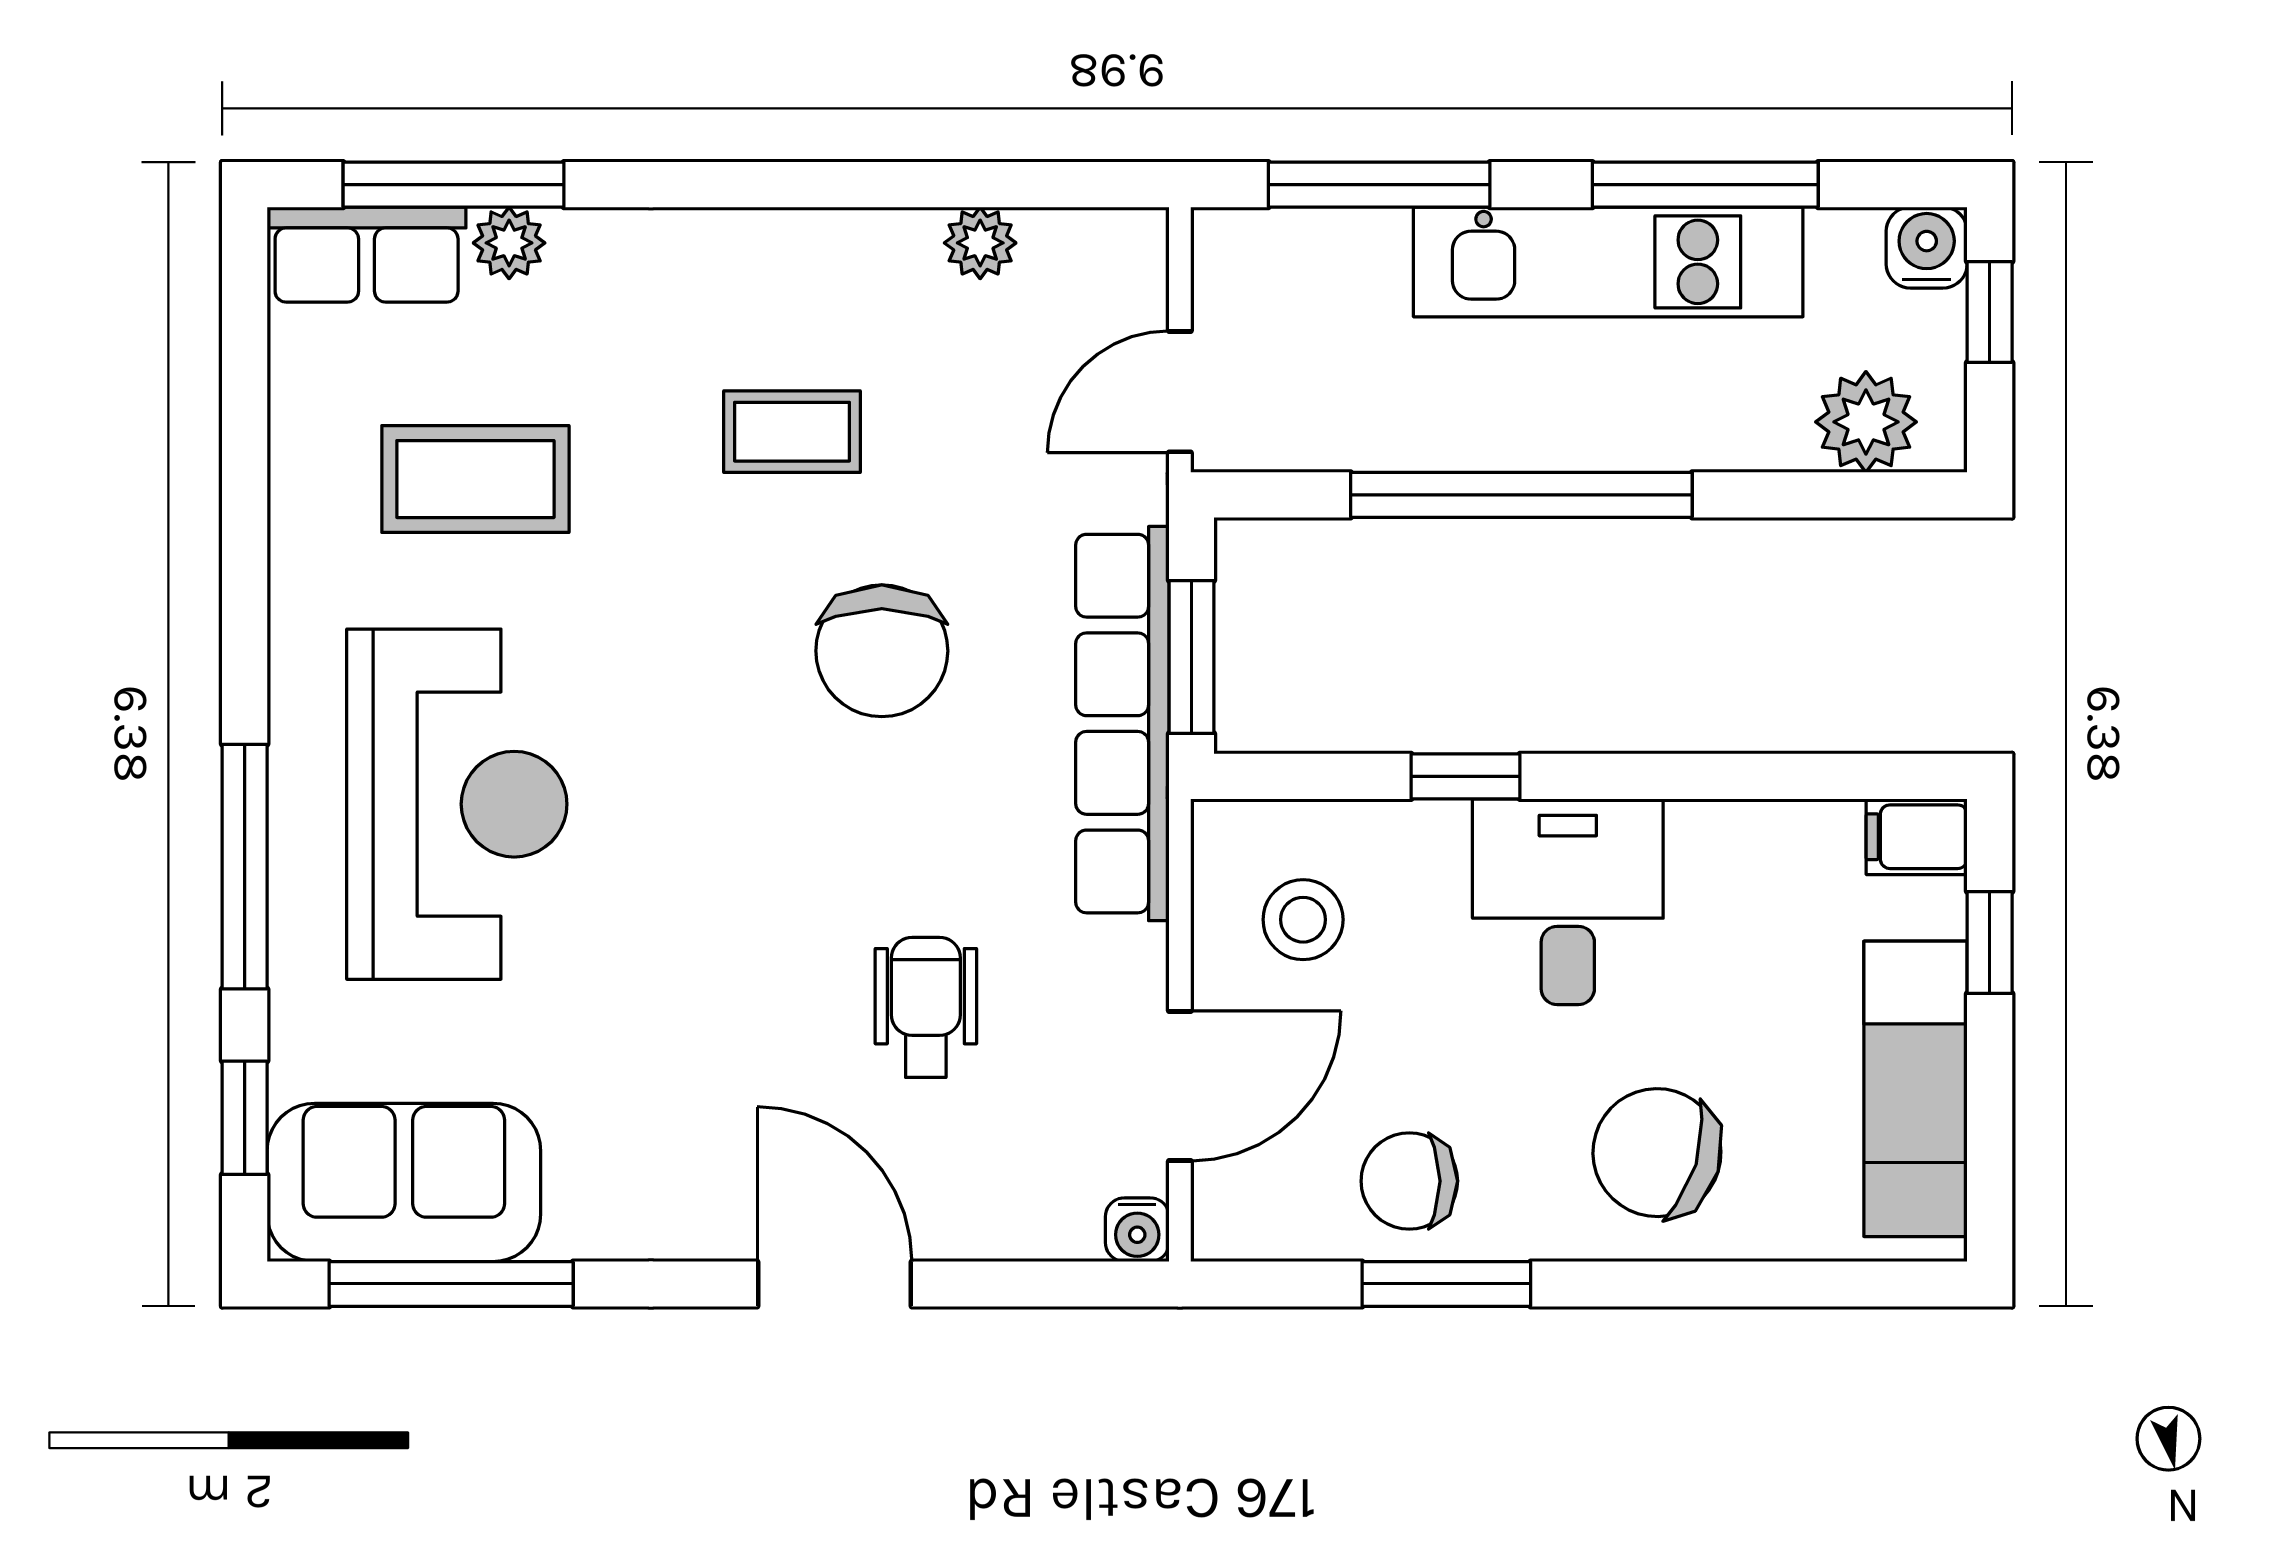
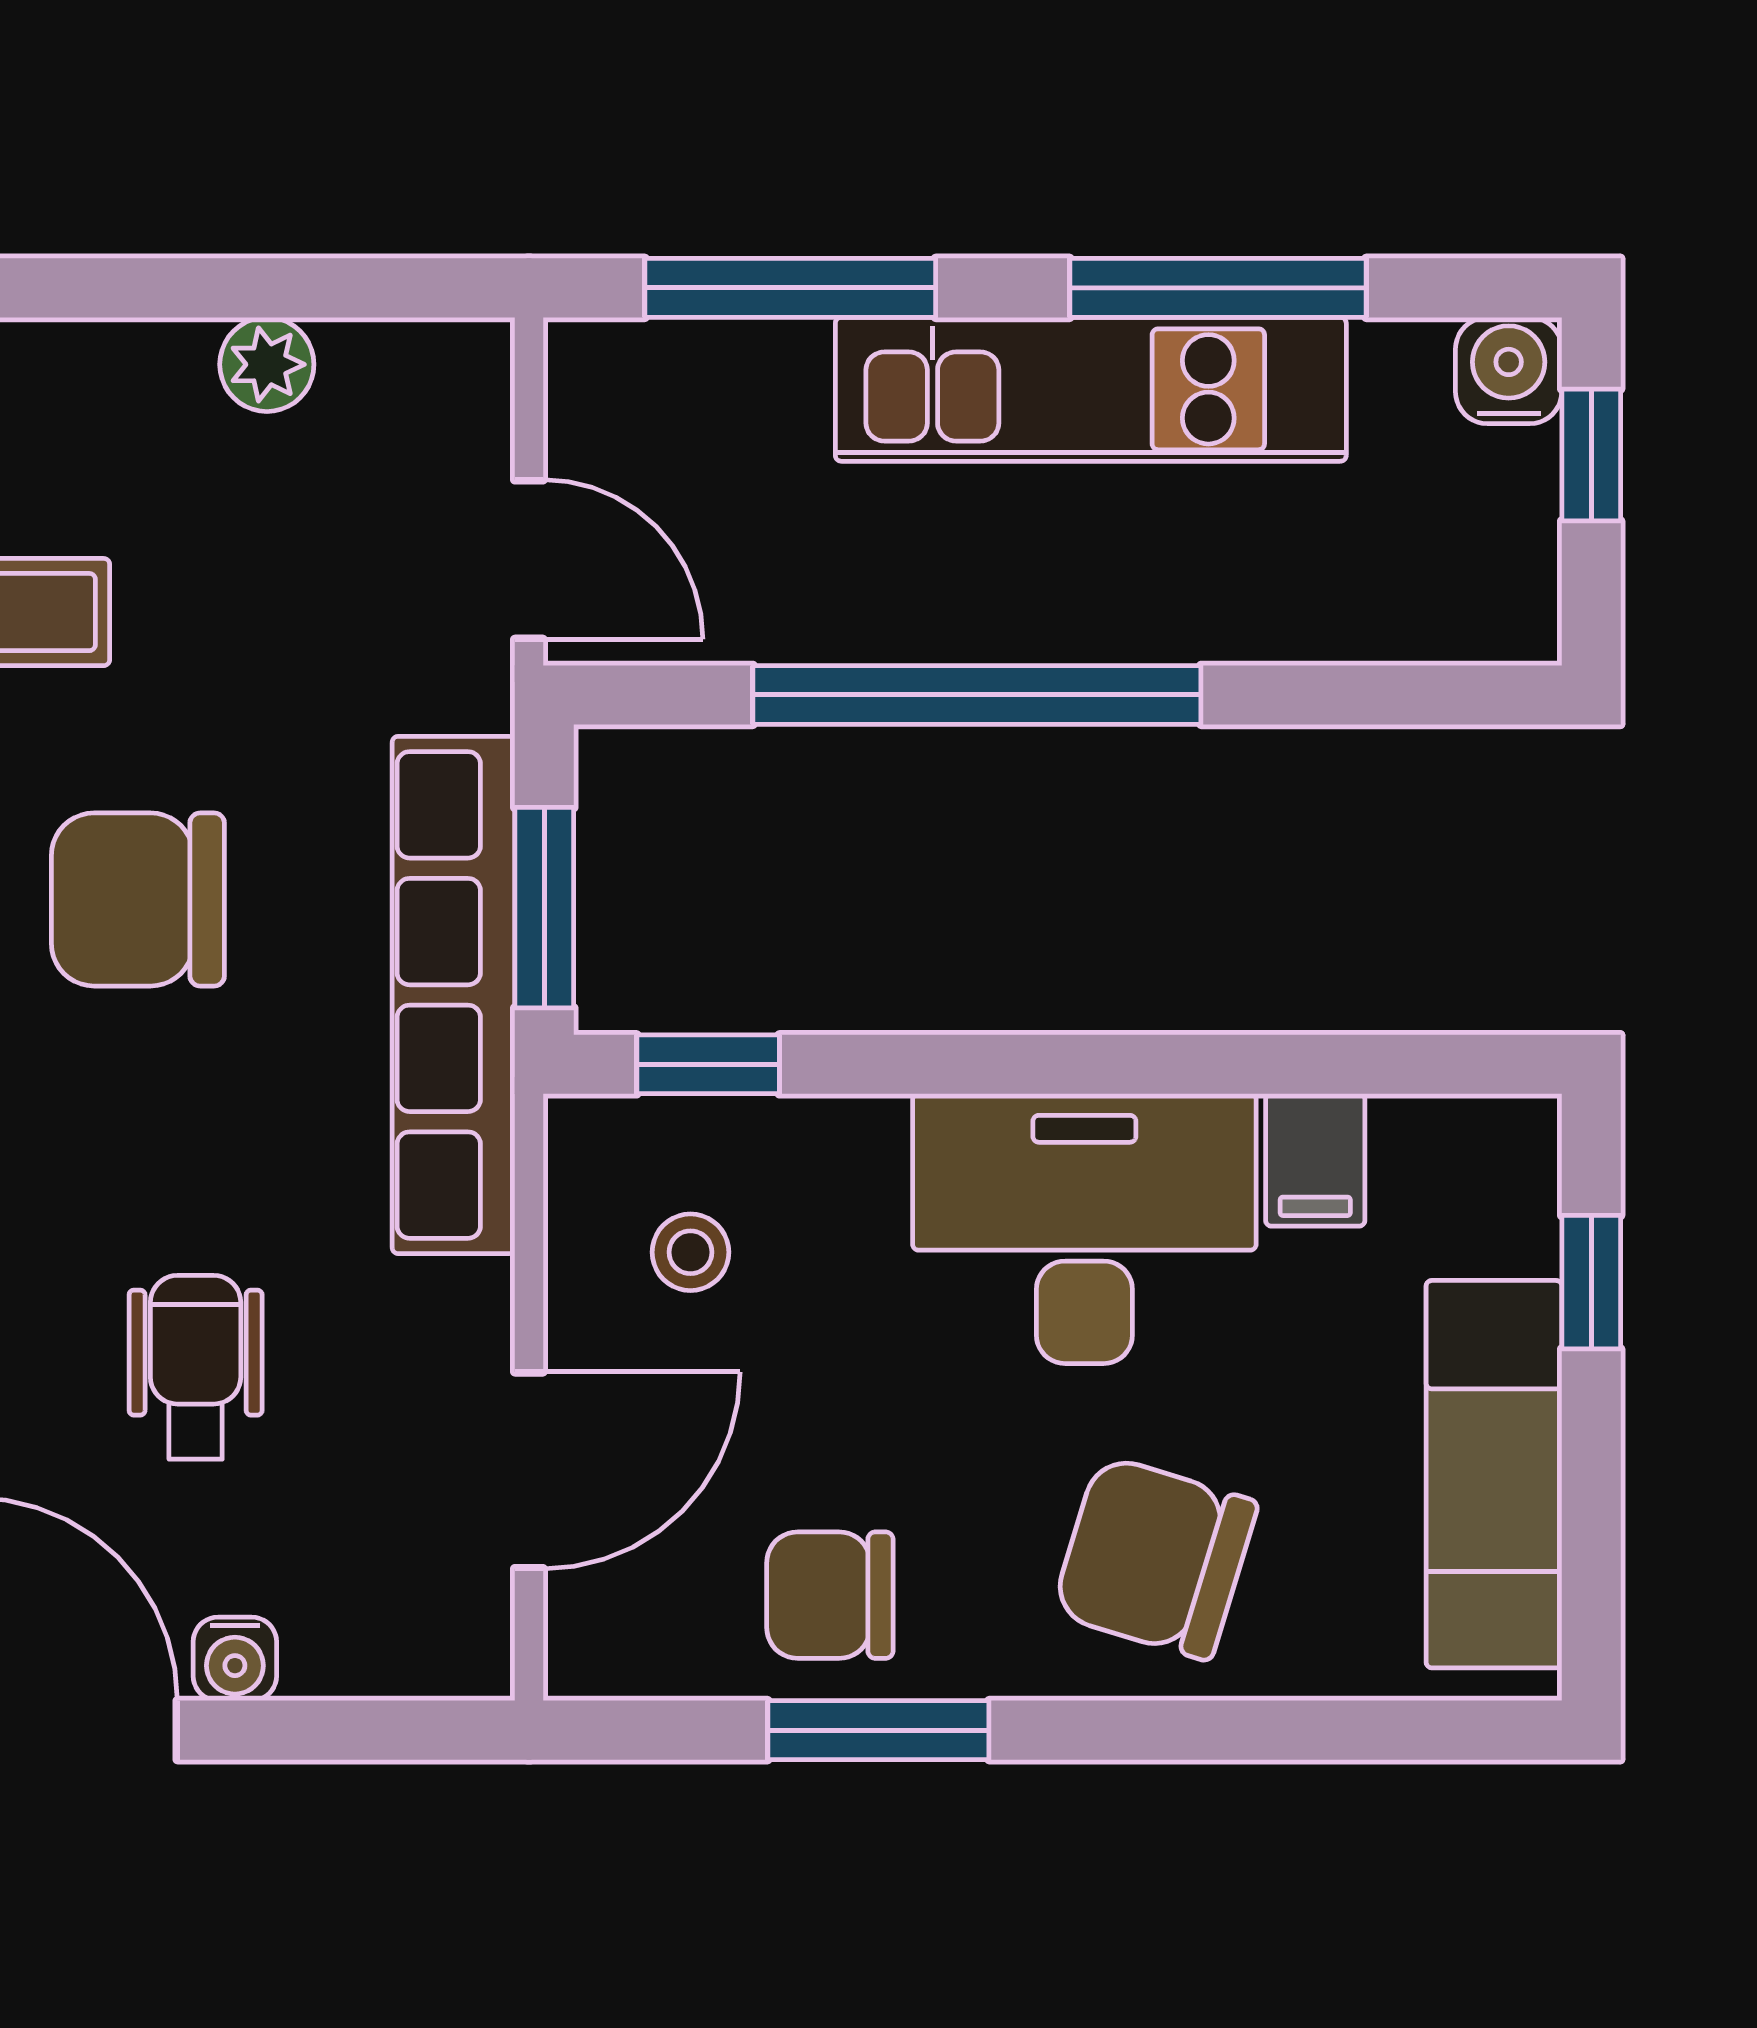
door: (1180, 392) -> (529, 560), swing flipped
plant: (1866, 422) -> (1429, 599), removed
chair: (882, 651) -> (138, 899), turned 90
window: (1466, 776) -> (708, 1064), moved
filing cabinet: (1917, 837) -> (1315, 1160), moved, turned -90
desk: (1568, 902) -> (1084, 1229), width x1.37
stool: (1303, 920) -> (690, 1252), width x0.73, depth x0.73
water cooler: (1137, 1230) -> (235, 1659), moved

